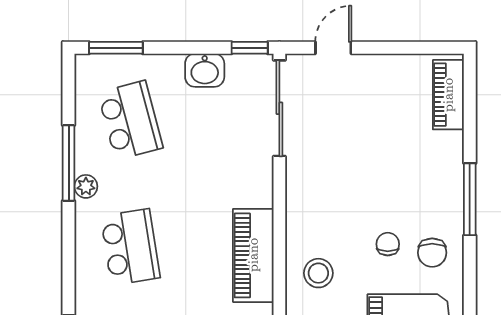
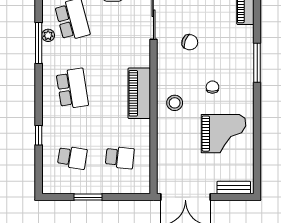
plant: (86, 186) -> (48, 35), moved
chair: (432, 253) -> (190, 42), moved, turned -69

